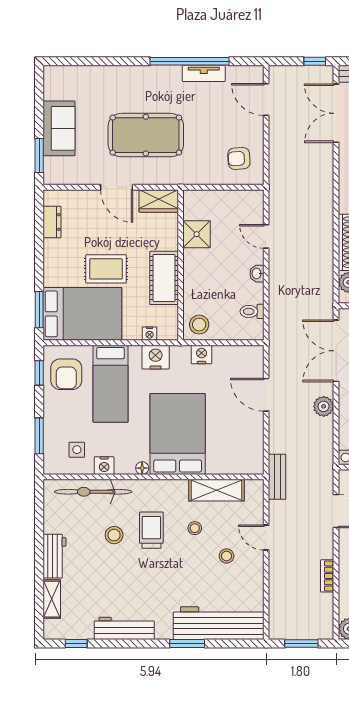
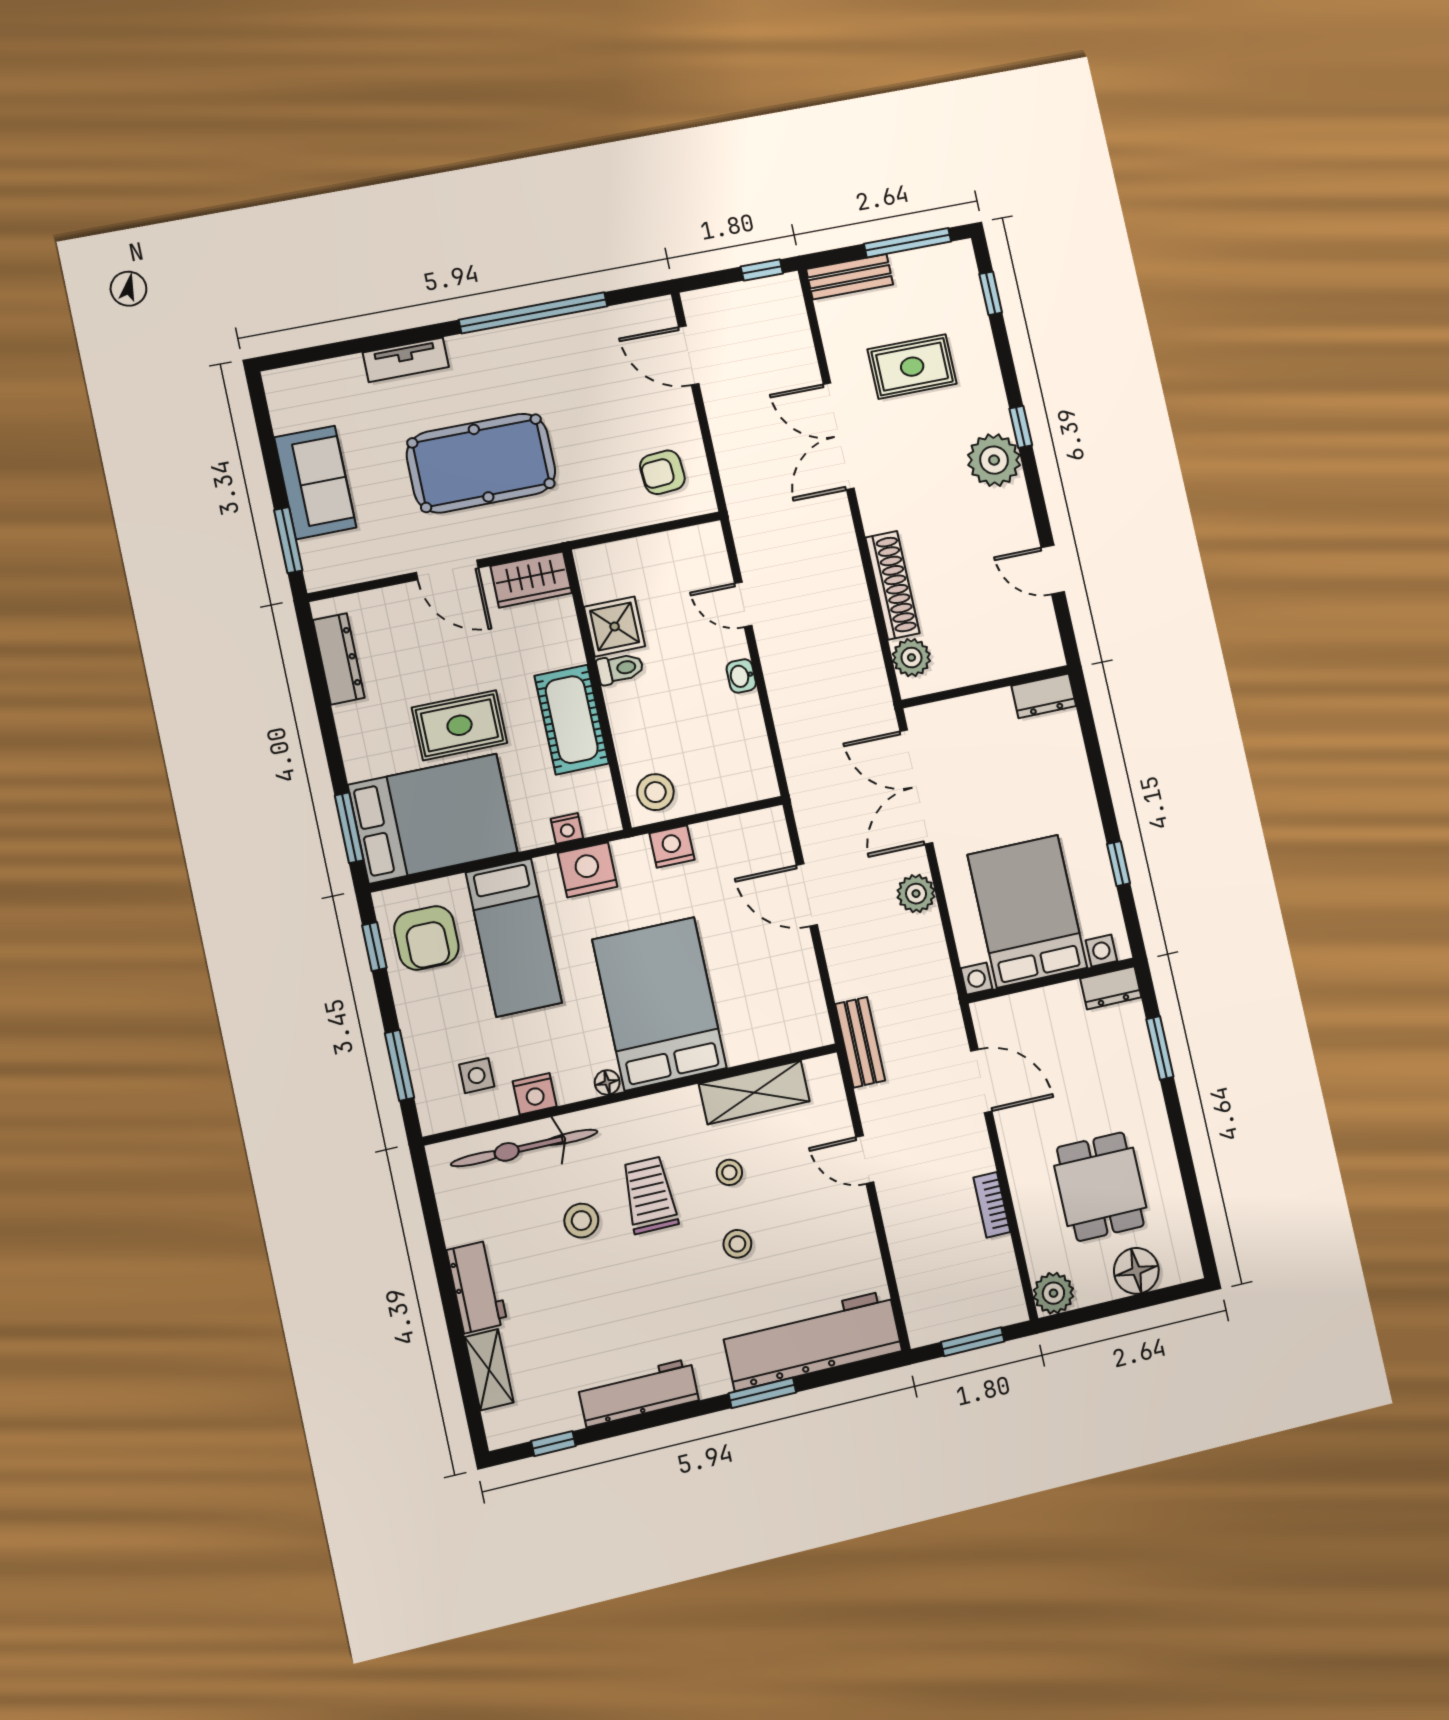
tv unit: (204, 73) -> (406, 360), moved
double door: (336, 113) -> (839, 436), moved
dresser: (52, 222) -> (339, 659), width x1.44
toilet: (252, 311) -> (620, 668), moved, turned 180
stool: (227, 556) -> (737, 1244), moved

